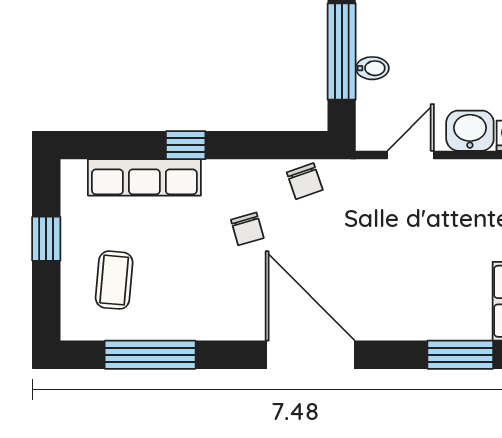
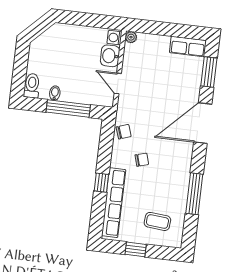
bidet: (372, 68) -> (55, 93), moved
row of seats: (144, 177) -> (114, 203), width x1.36
window: (150, 355) -> (194, 194), moved
door: (310, 355) -> (203, 123), moved

